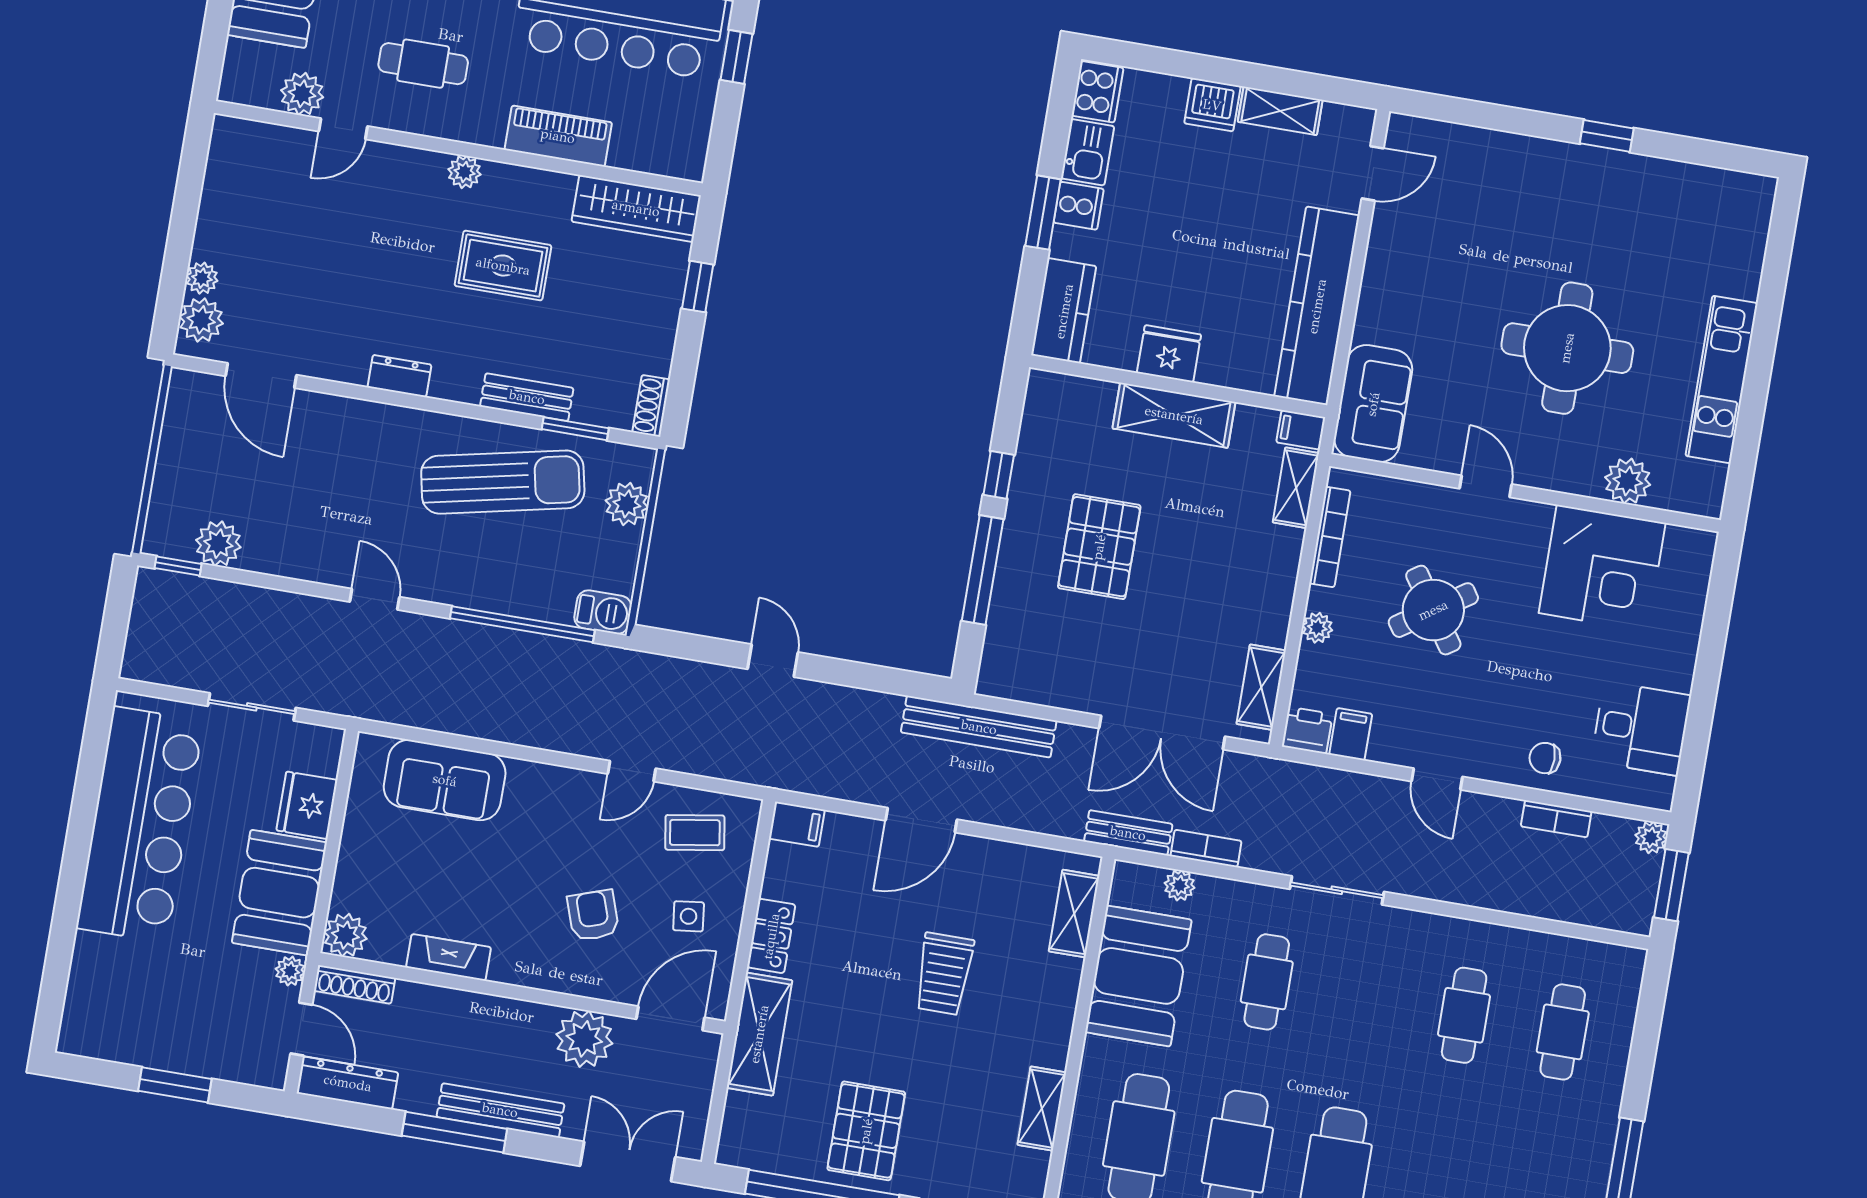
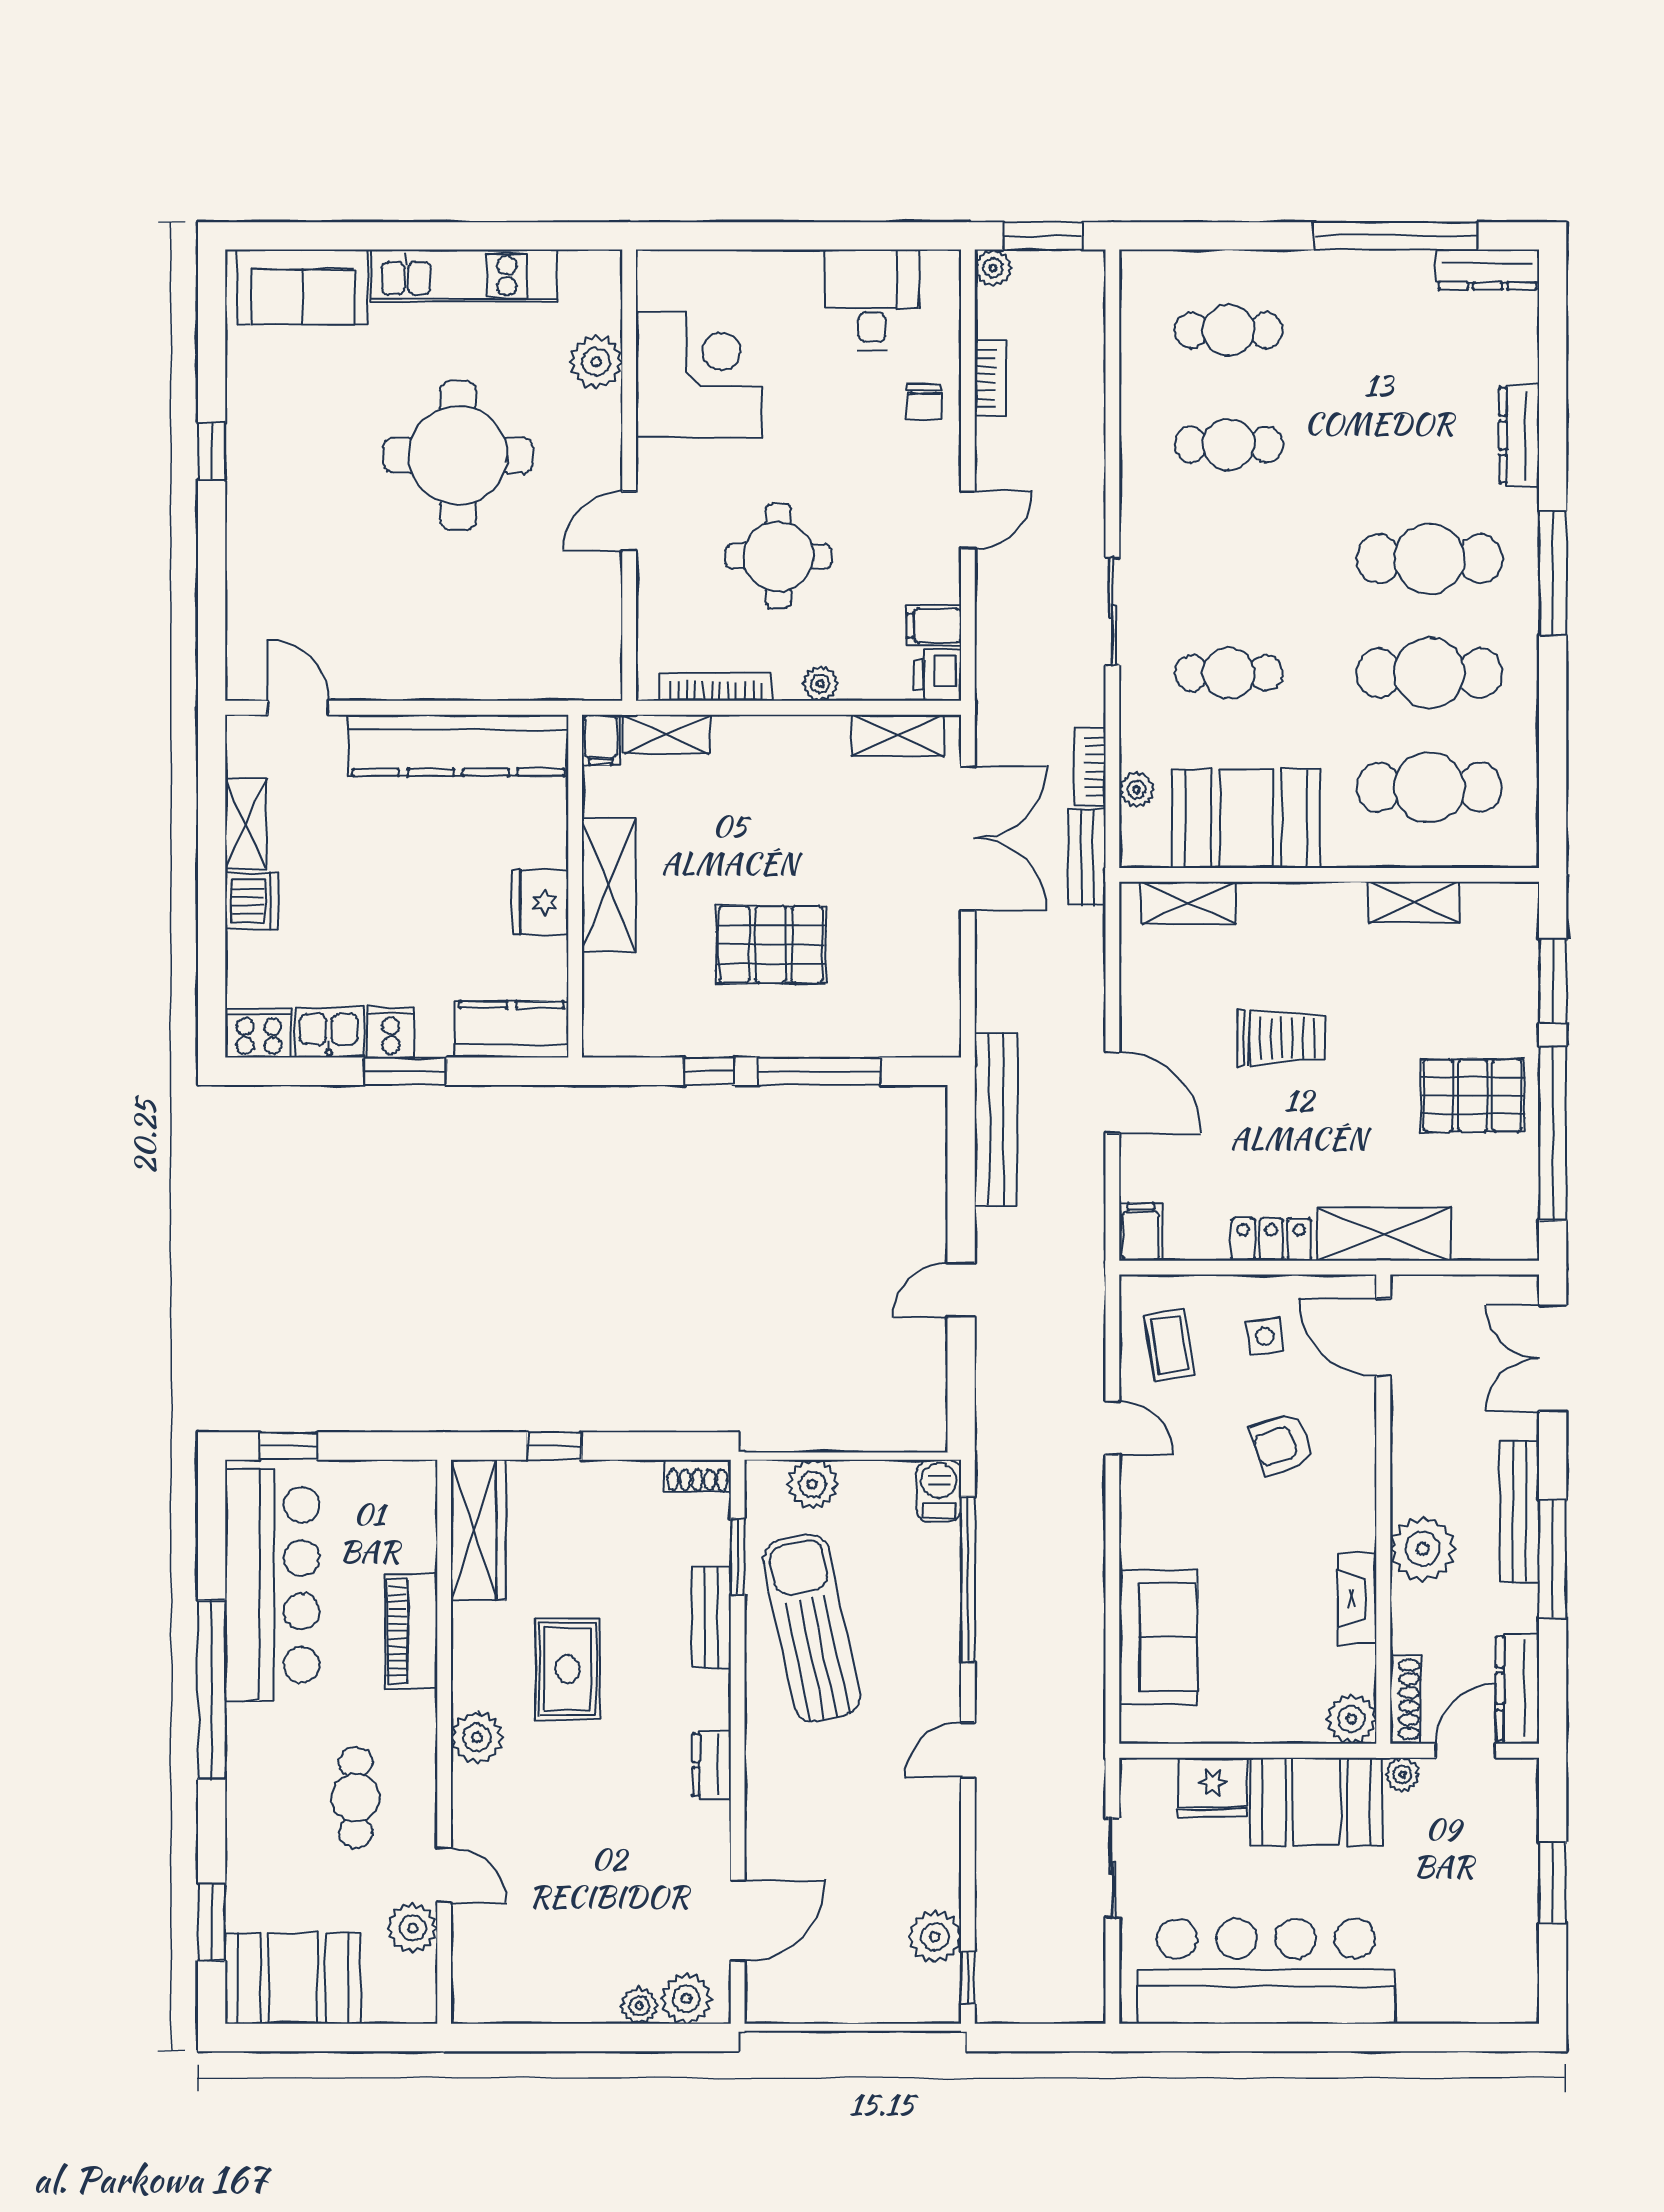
plant: (464, 172) -> (477, 1737), width x1.38, depth x1.38
sofa: (1373, 404) -> (302, 287), moved, turned 180
round table: (1433, 610) -> (778, 556), turned 34
bench: (979, 727) -> (996, 1120), moved
plant: (584, 1039) -> (1423, 1549), moved

